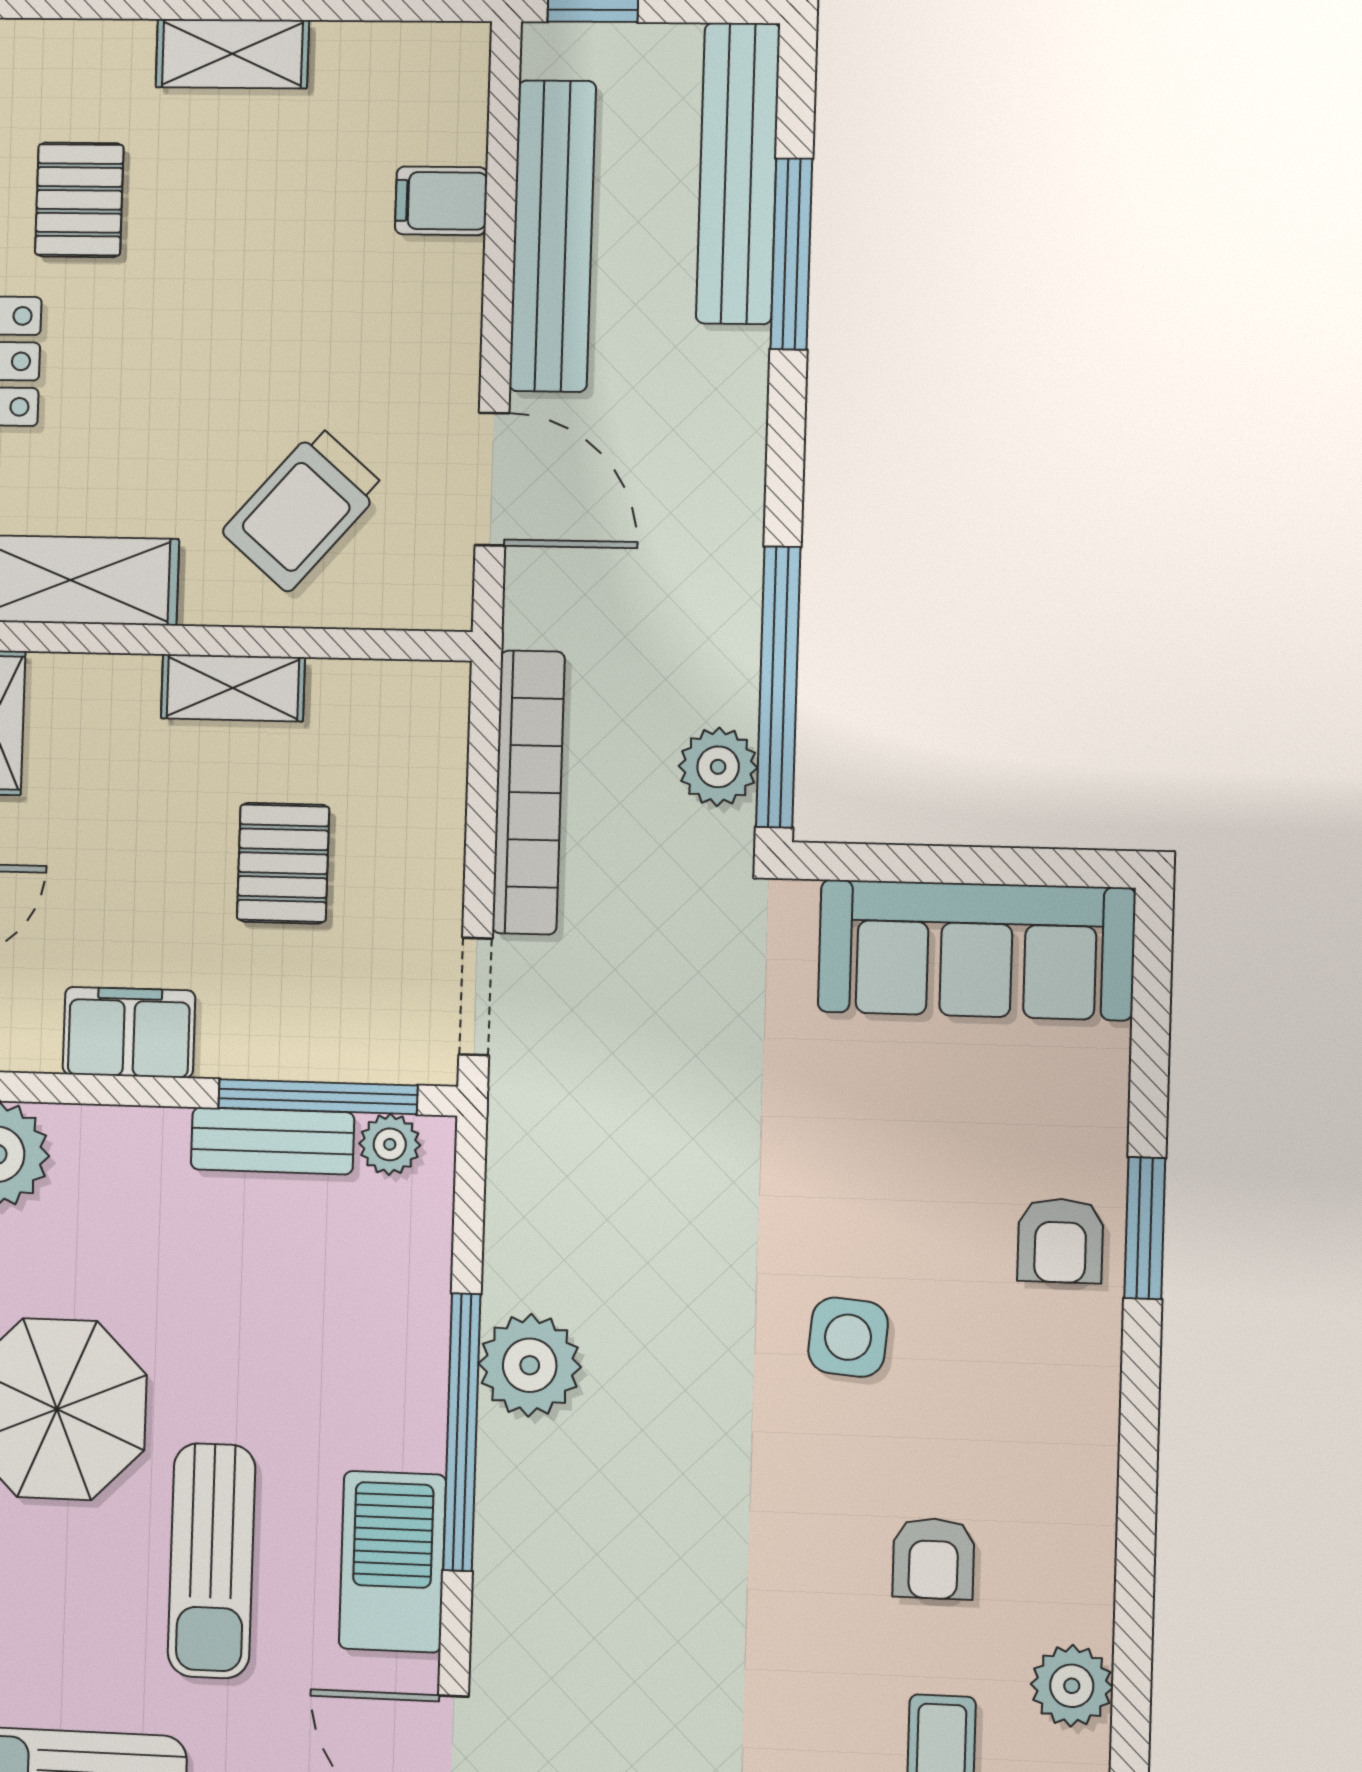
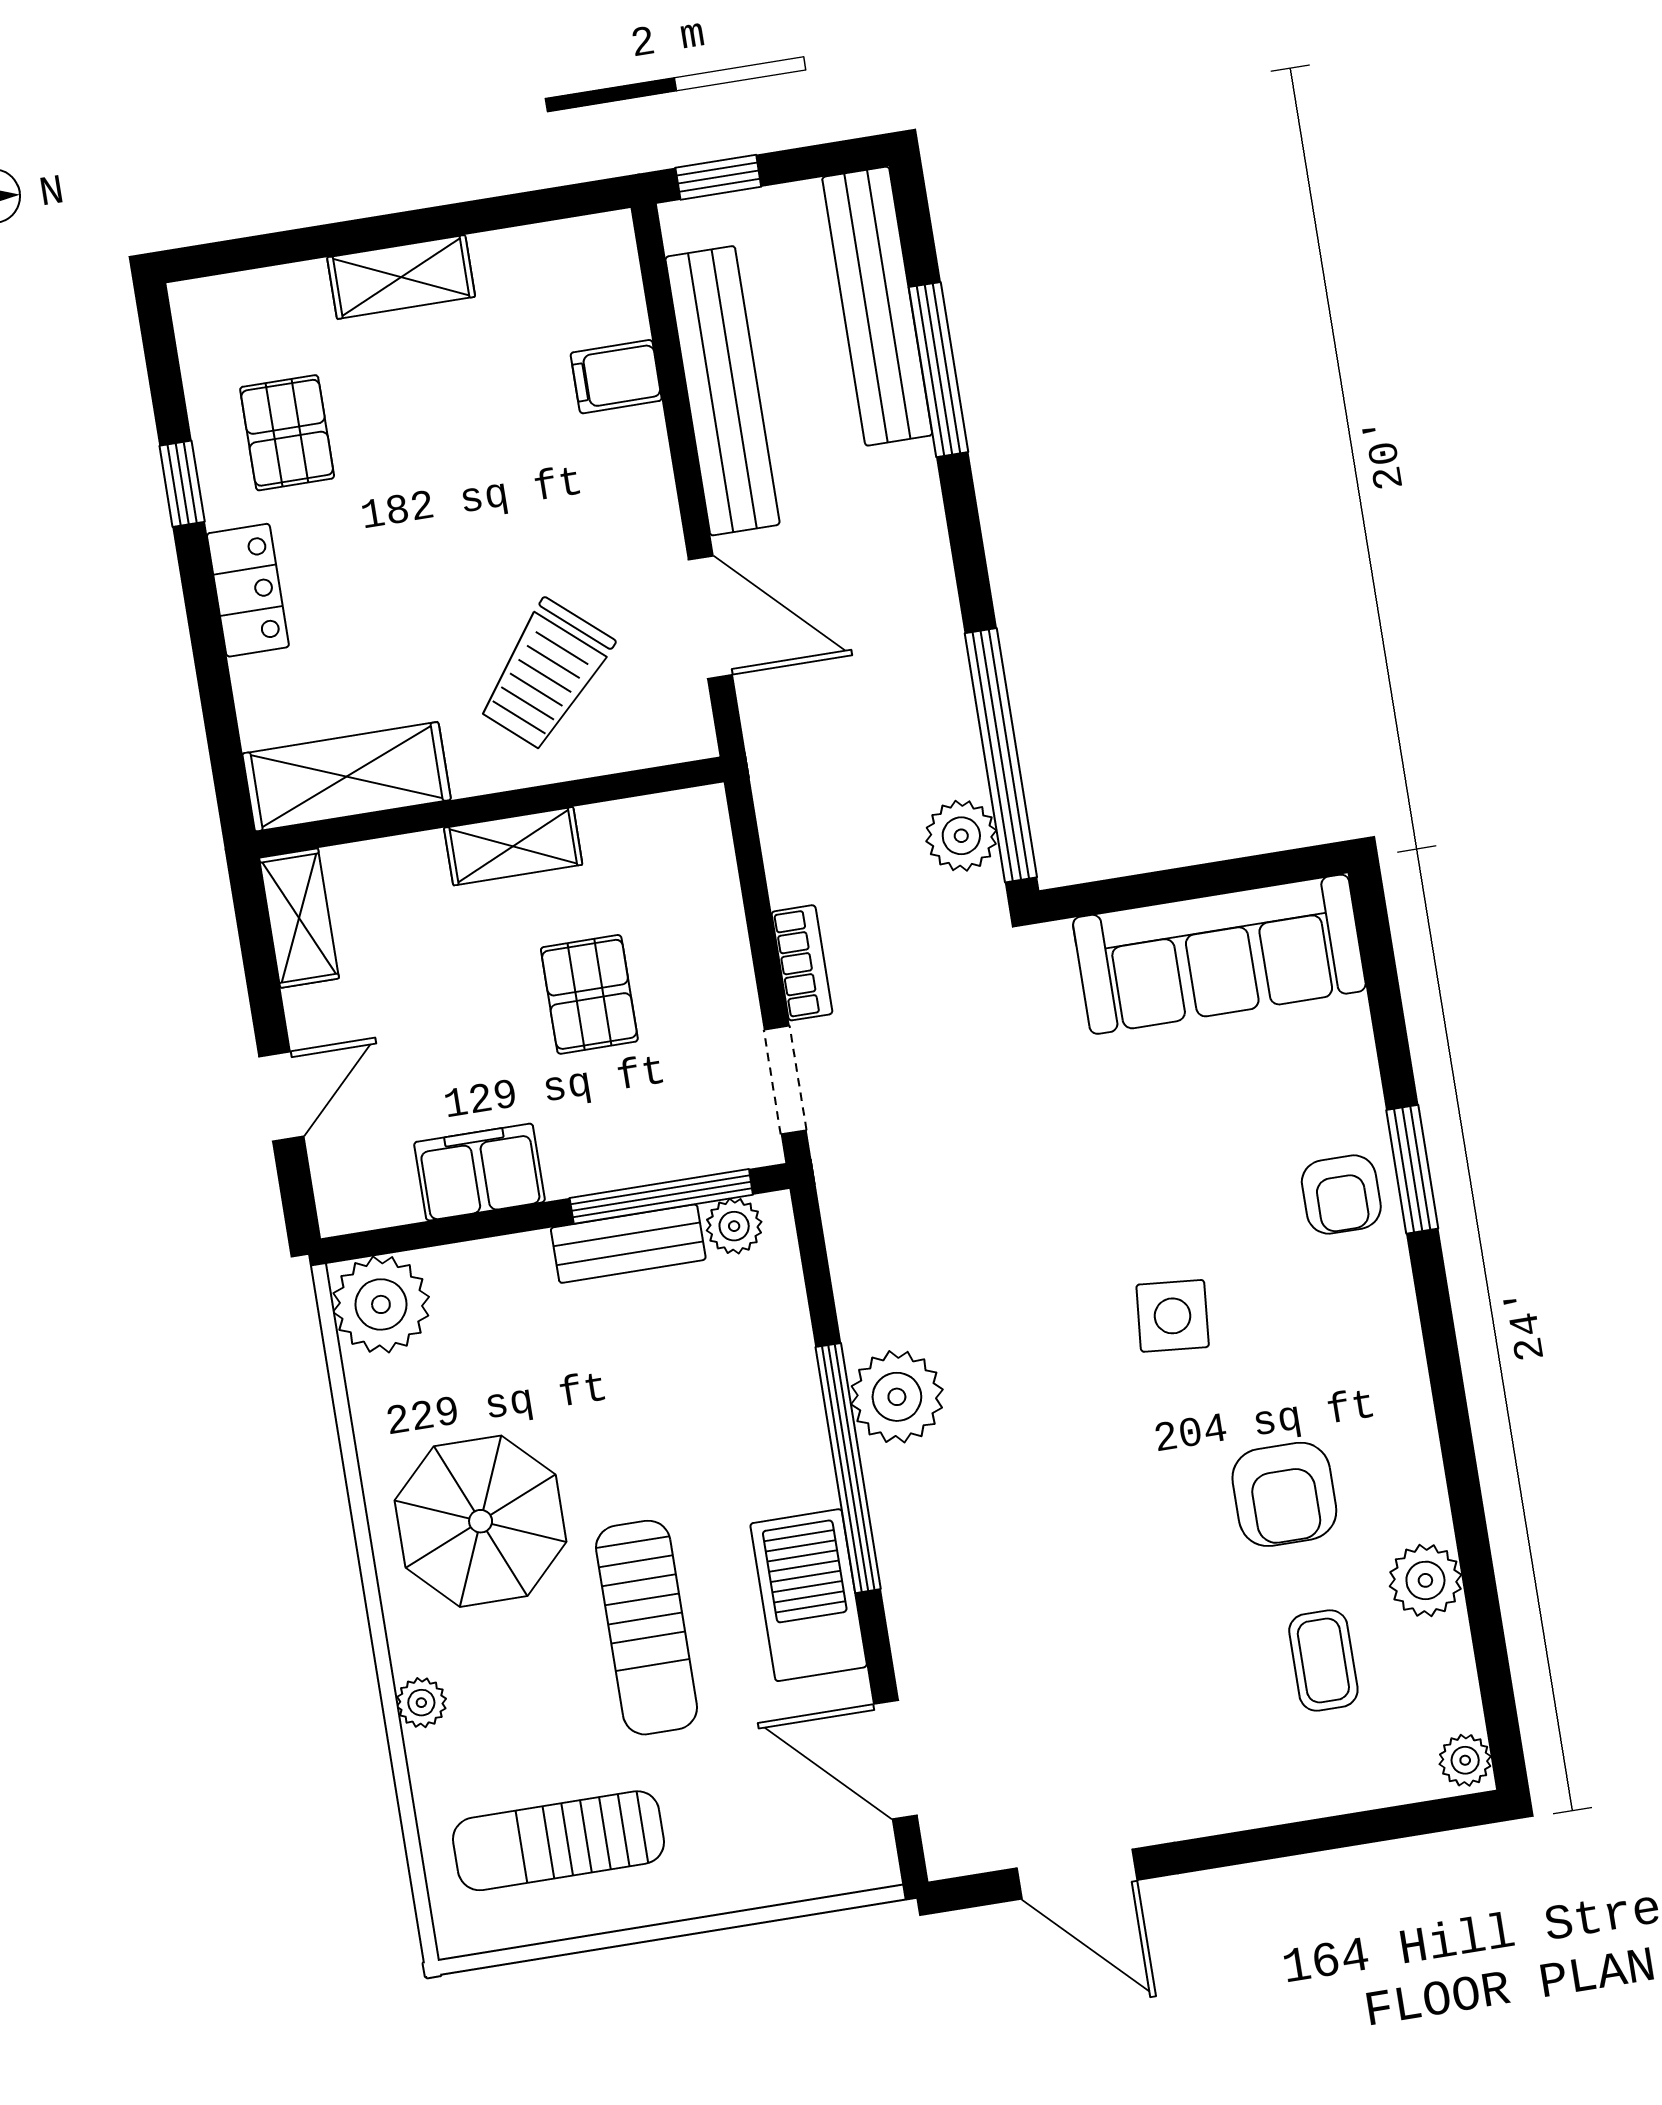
bookcase: (528, 792) -> (802, 963), width x0.43, depth x0.76
armchair: (933, 1558) -> (1284, 1494), width x1.38, depth x1.38

